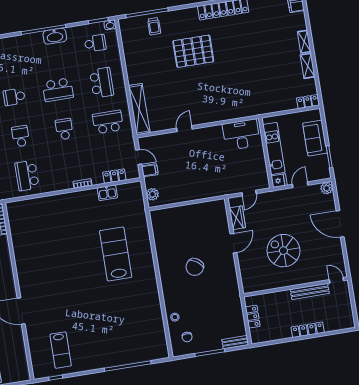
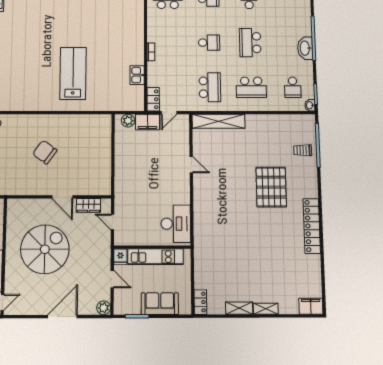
filing cabinet: (150, 170) -> (148, 122), width x2.00
locker: (114, 176) -> (153, 99), moved
spiral stairs: (283, 251) -> (45, 249), width x1.37, depth x1.37
lab bench: (116, 254) -> (73, 73), turned -90

